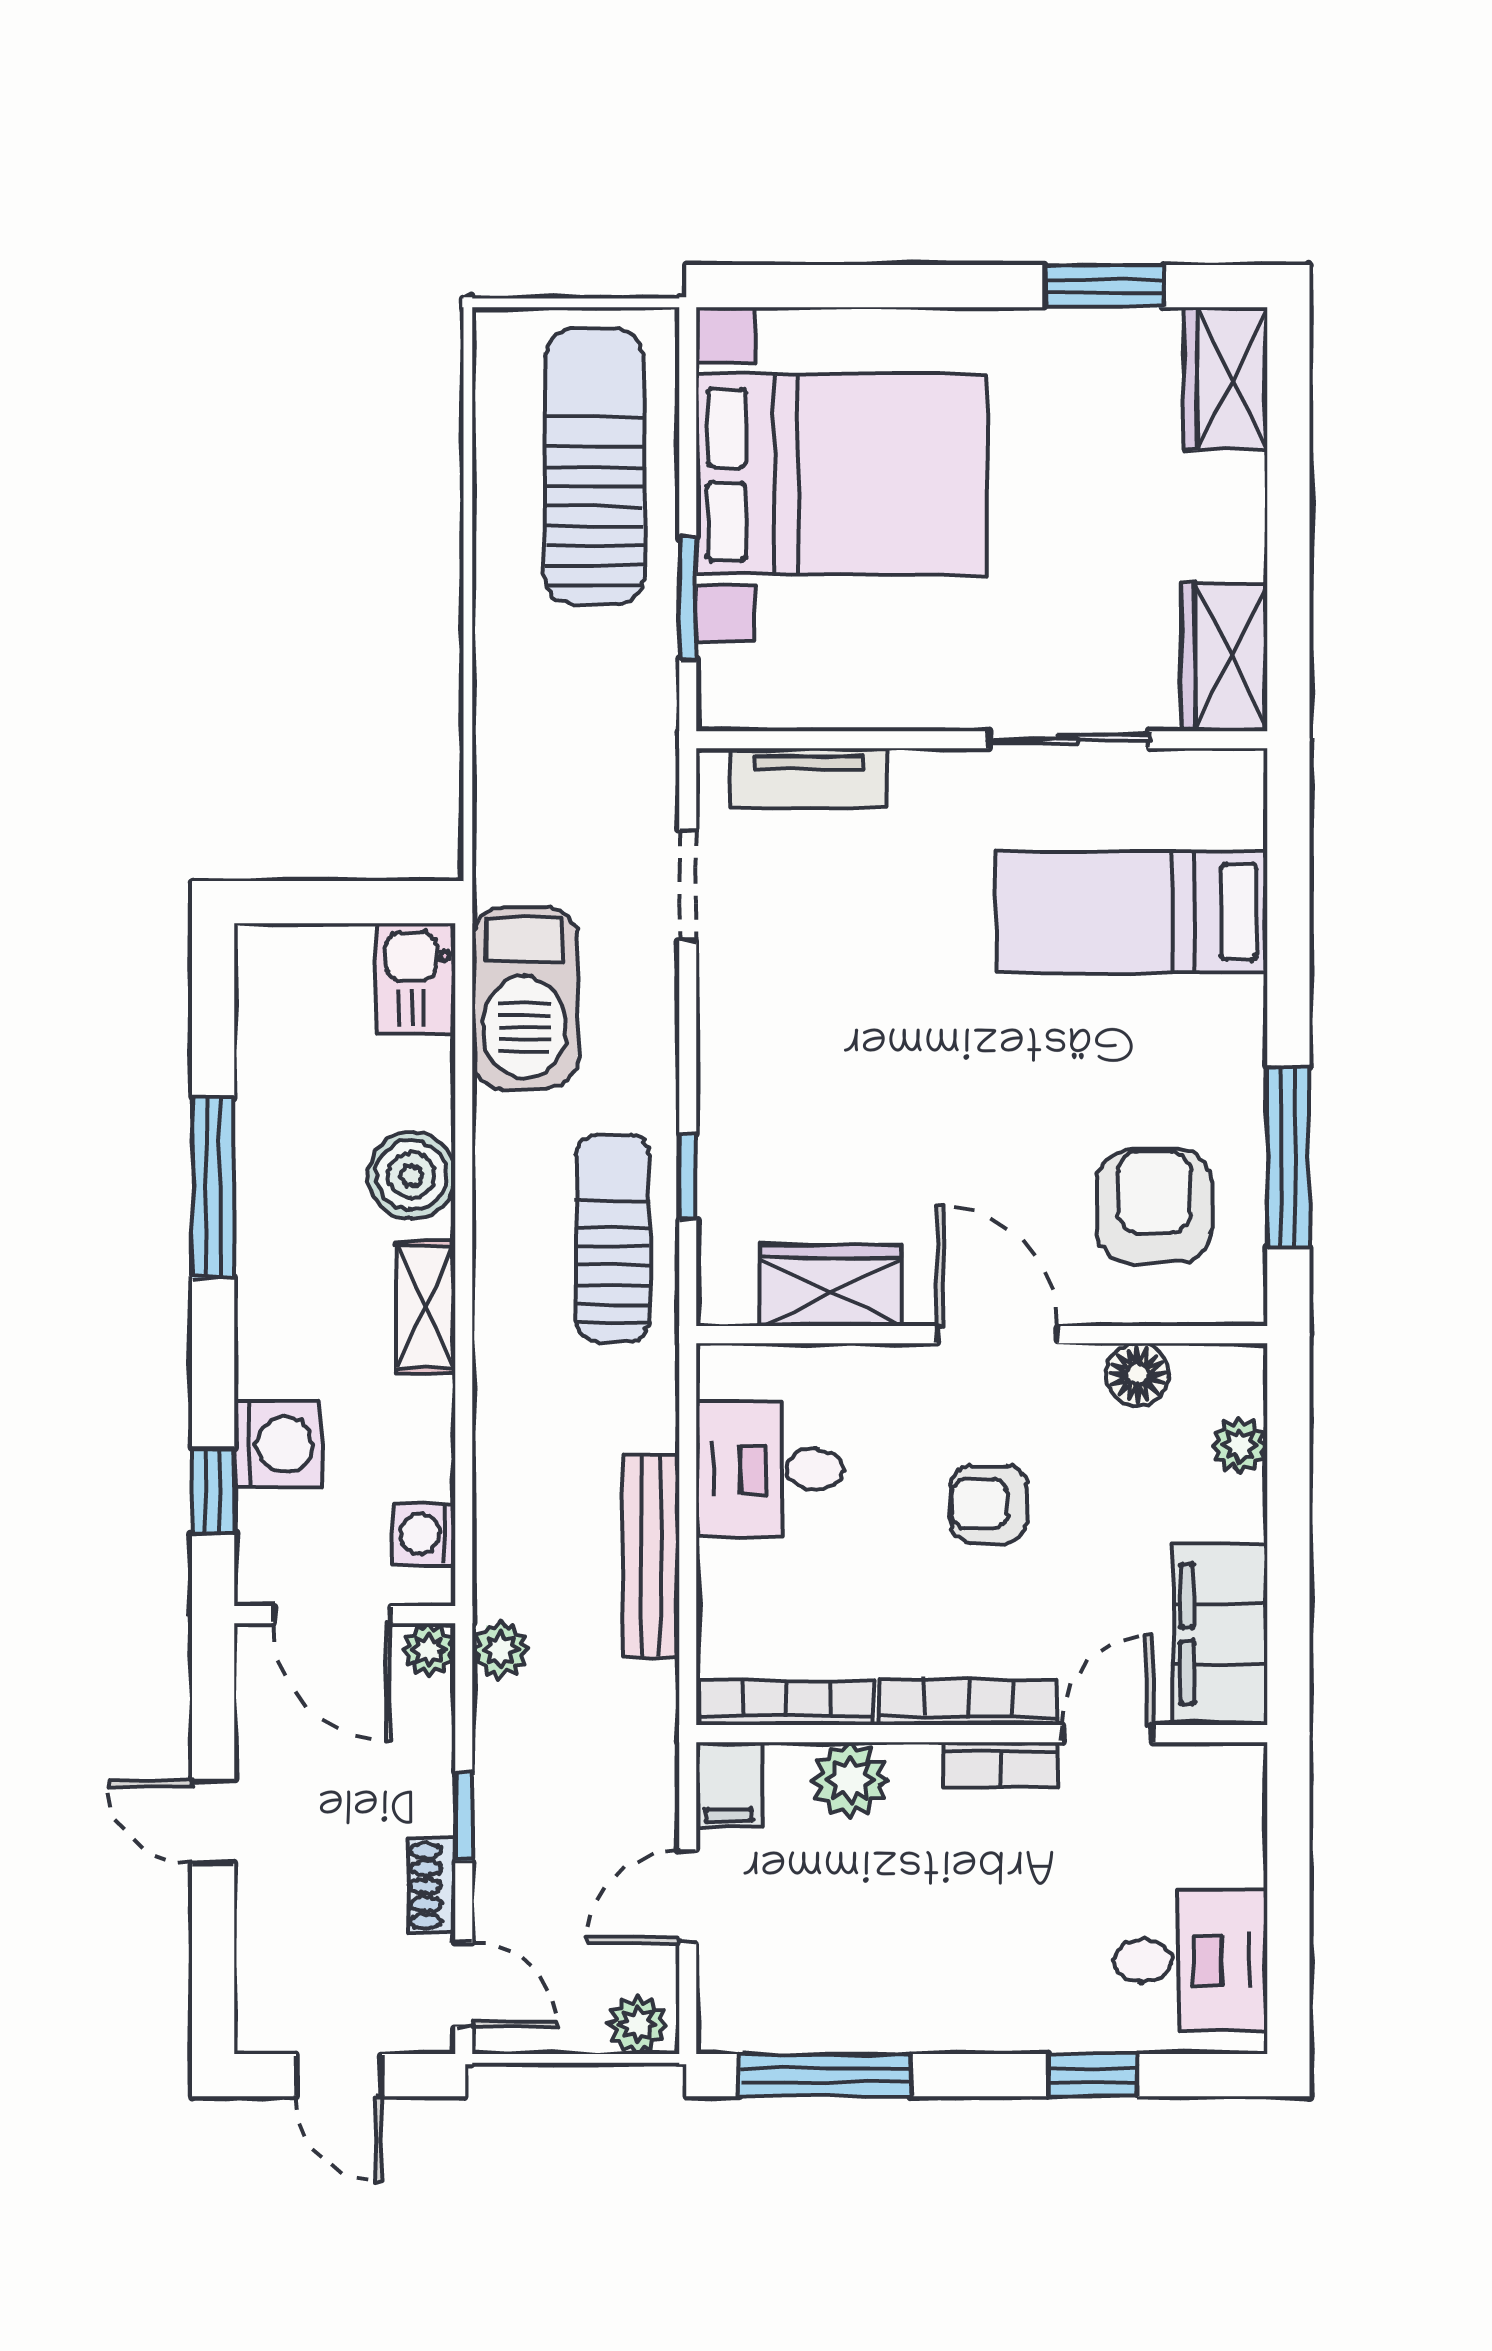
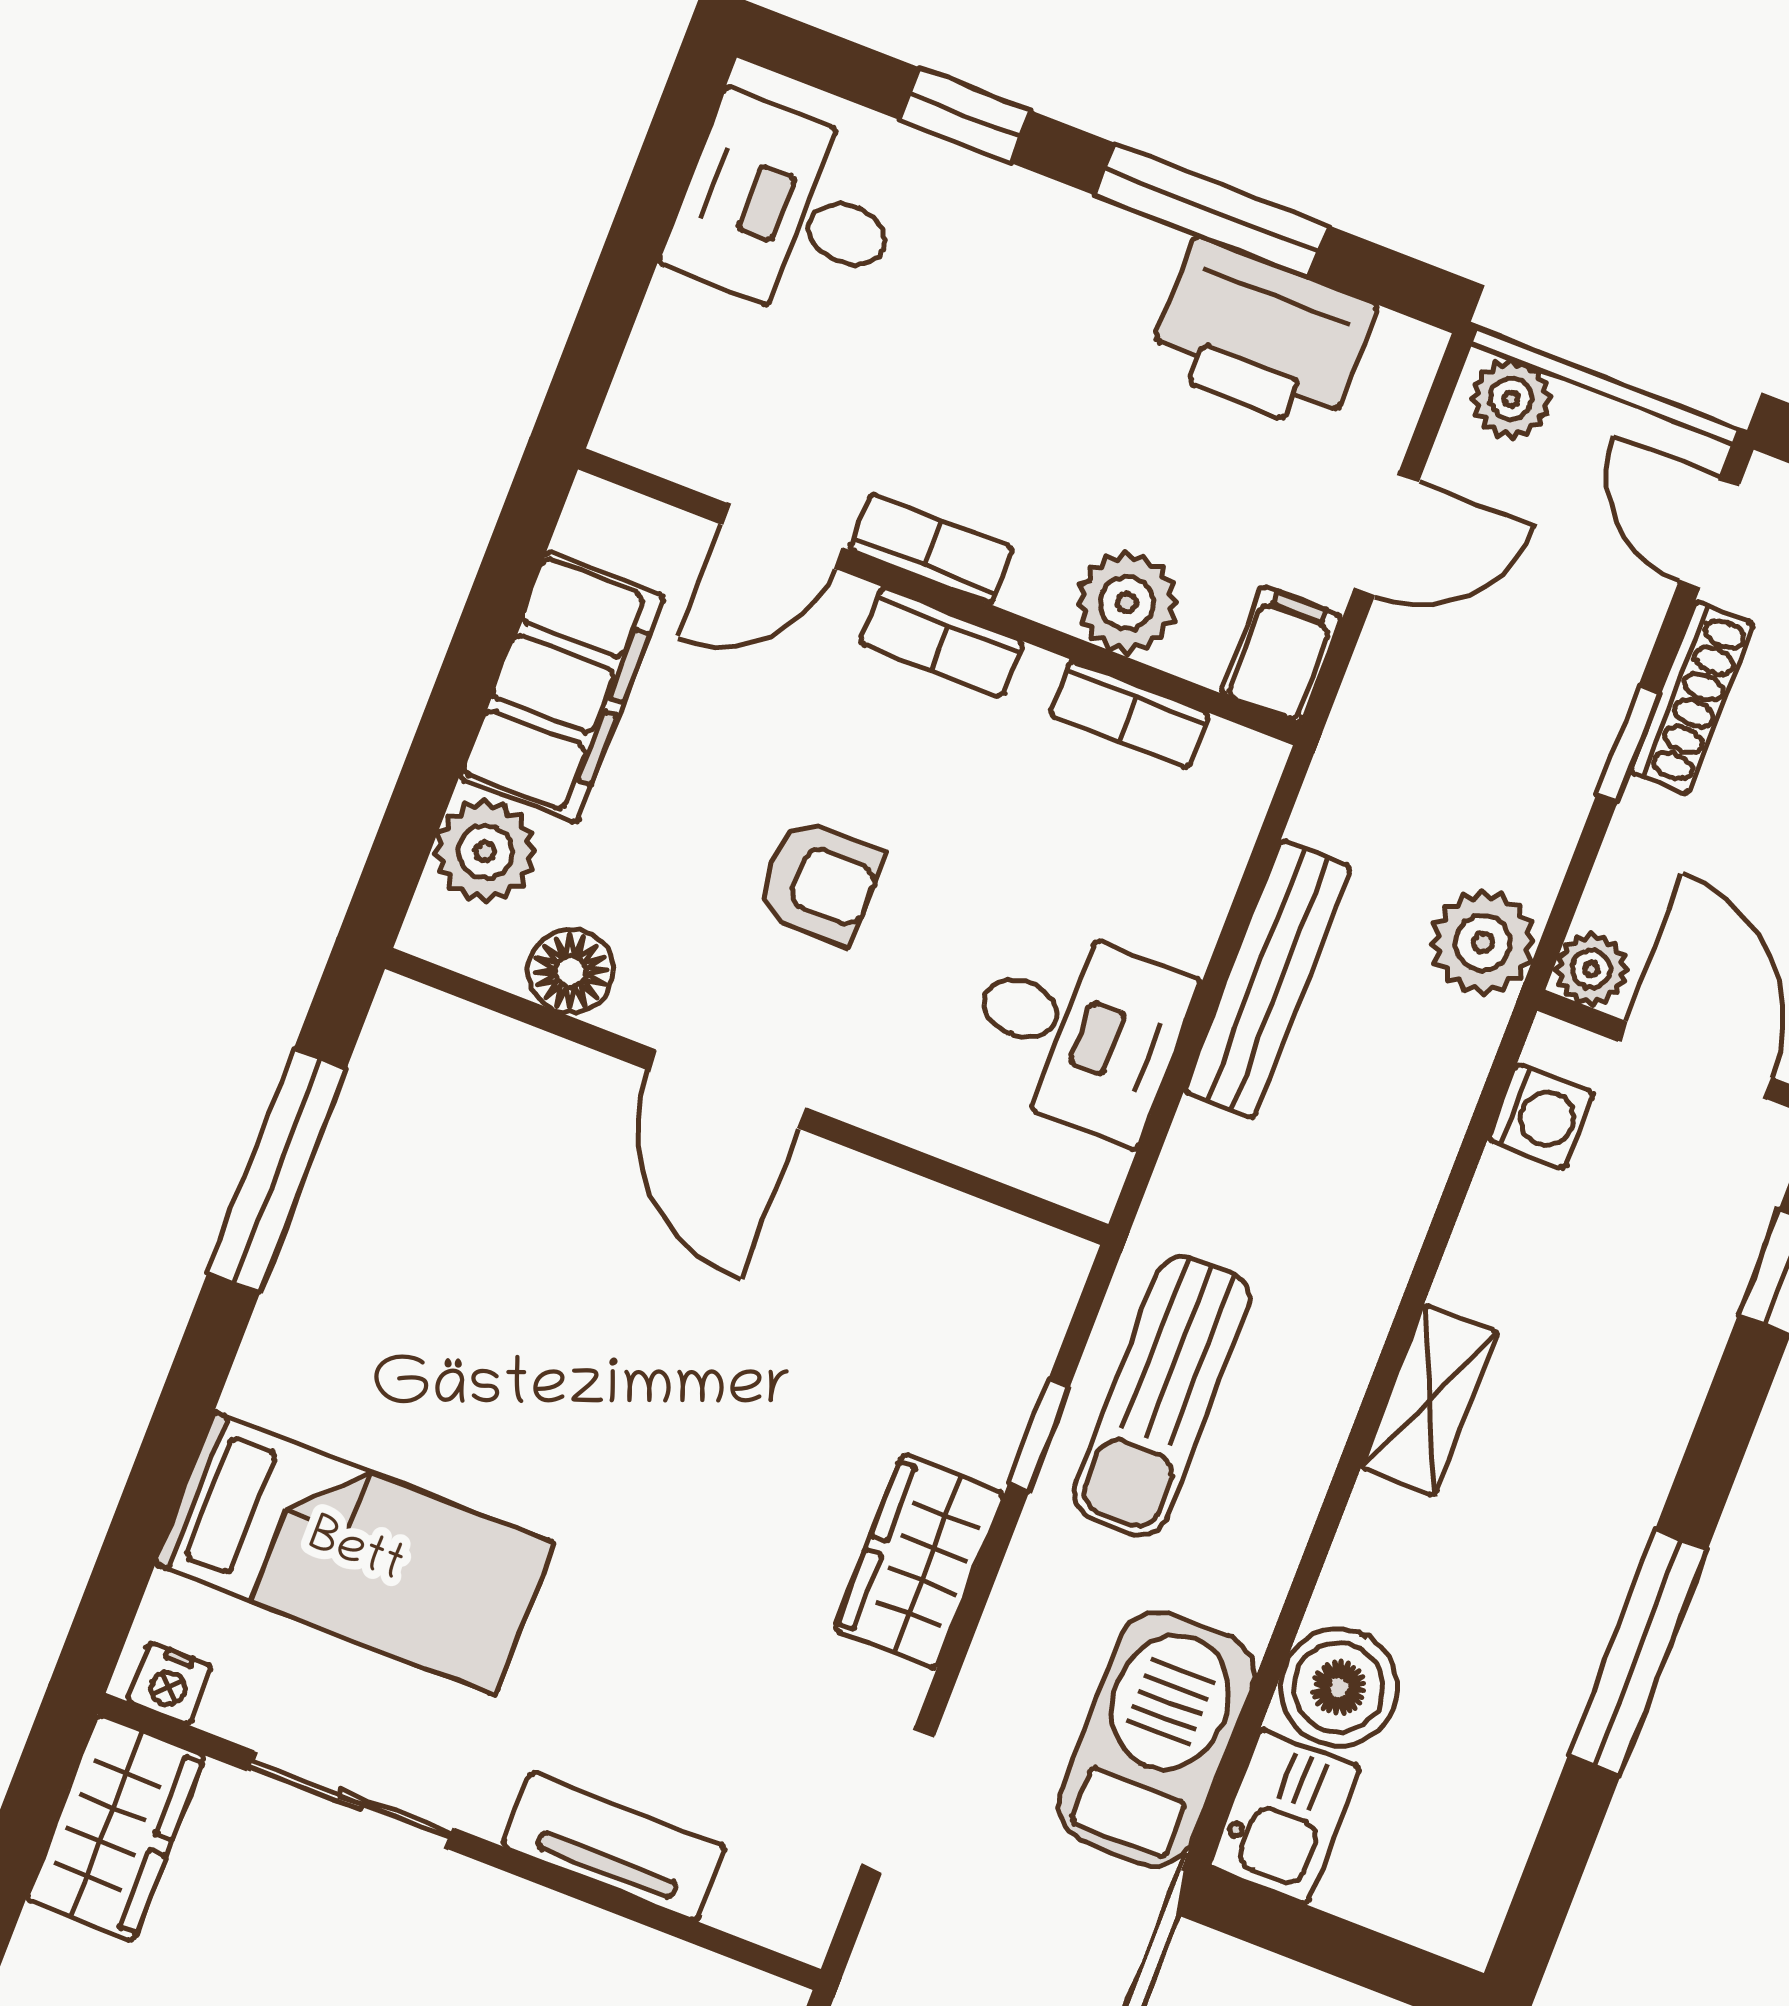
nightstand: (1225, 772) -> (170, 1684), added
tv unit: (808, 778) -> (614, 1846), moved
boiler: (412, 1175) -> (1339, 1688), moved
armchair: (1154, 1206) -> (468, 1174), removed
wardrobe: (831, 1285) -> (919, 1562), moved, turned 90
washing machine: (278, 1444) -> (1681, 1299), removed
plant: (1240, 1445) -> (485, 851), width x1.38, depth x1.38
filing cabinet: (1220, 1634) -> (562, 687), moved
plant: (500, 1650) -> (1483, 943), width x1.38, depth x1.38
bookcase: (787, 1703) -> (1130, 714), width x0.64
bookcase: (968, 1703) -> (941, 642), width x0.64
shoe rack: (432, 1886) -> (1692, 697), width x1.43
printer: (828, 2002) -> (1262, 336), added
window: (826, 2075) -> (1212, 210), moved

